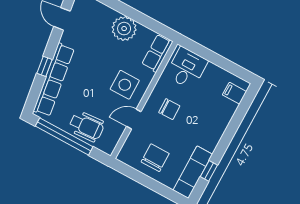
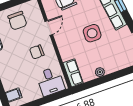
plant: (124, 29) -> (100, 72), width x0.53, depth x0.53
side table: (125, 85) -> (92, 33), moved

